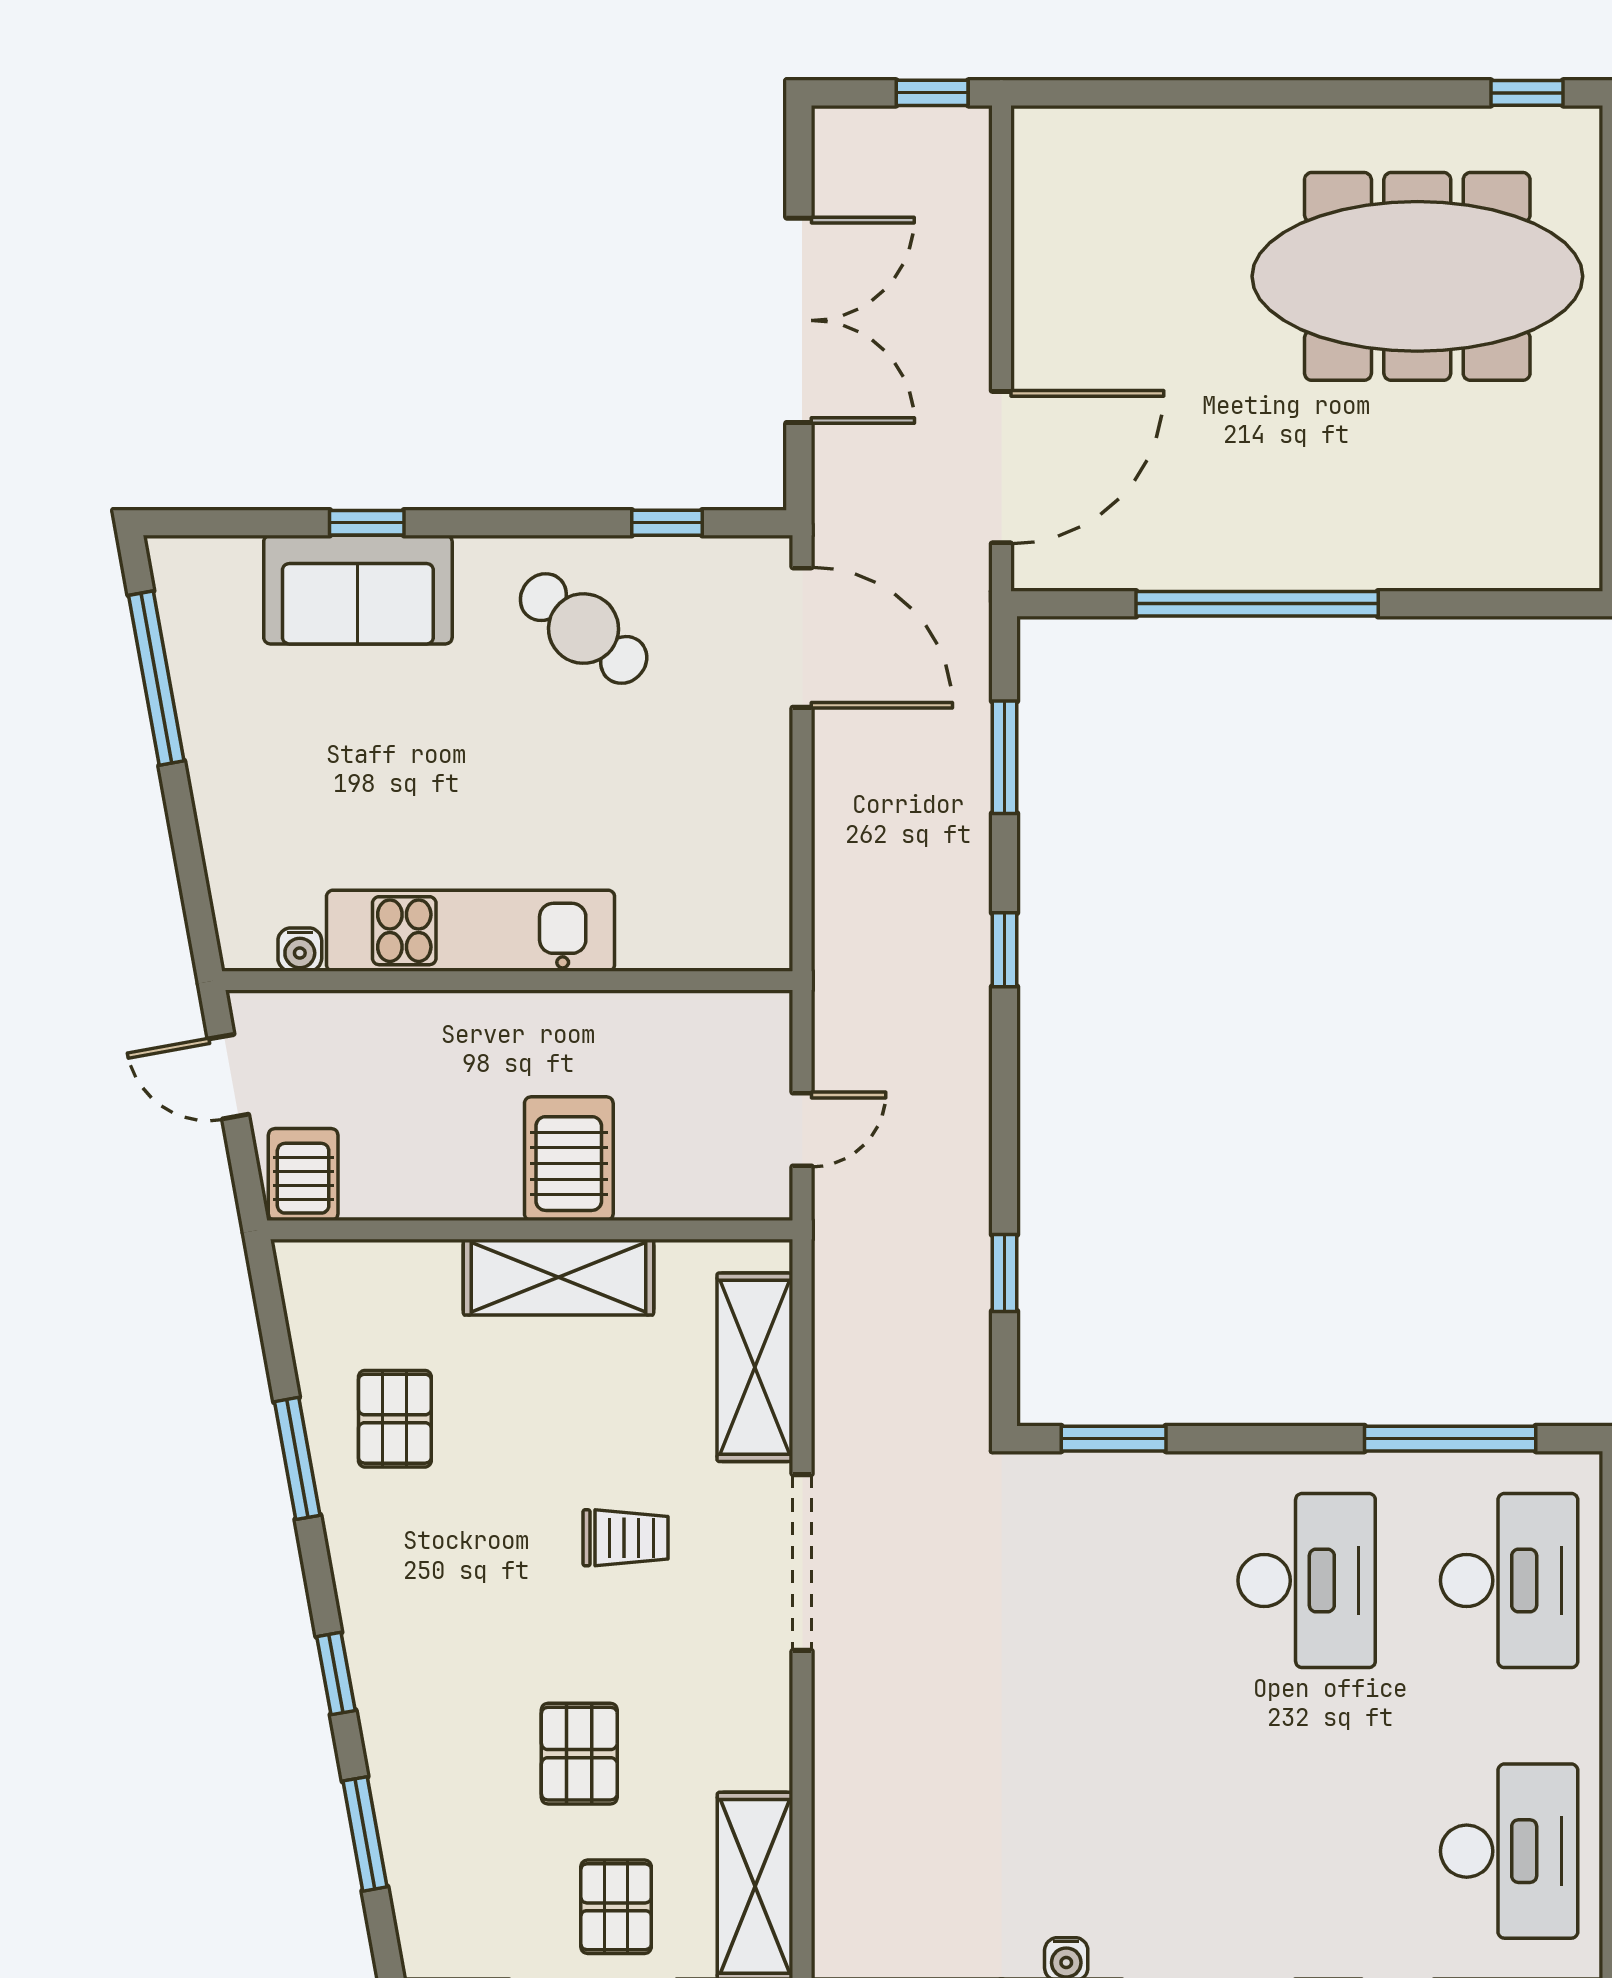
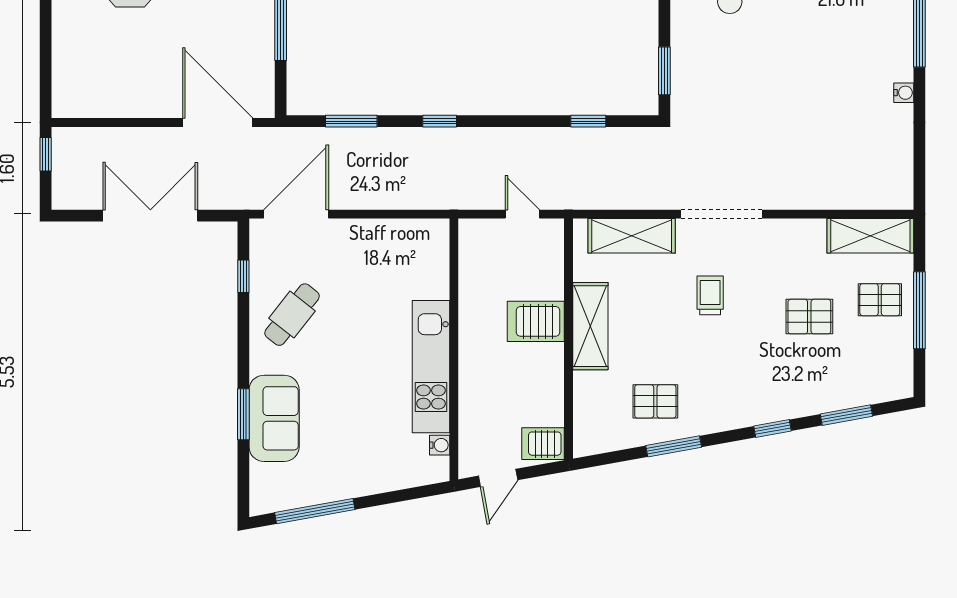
window: (367, 523) -> (243, 414), width x1.50

